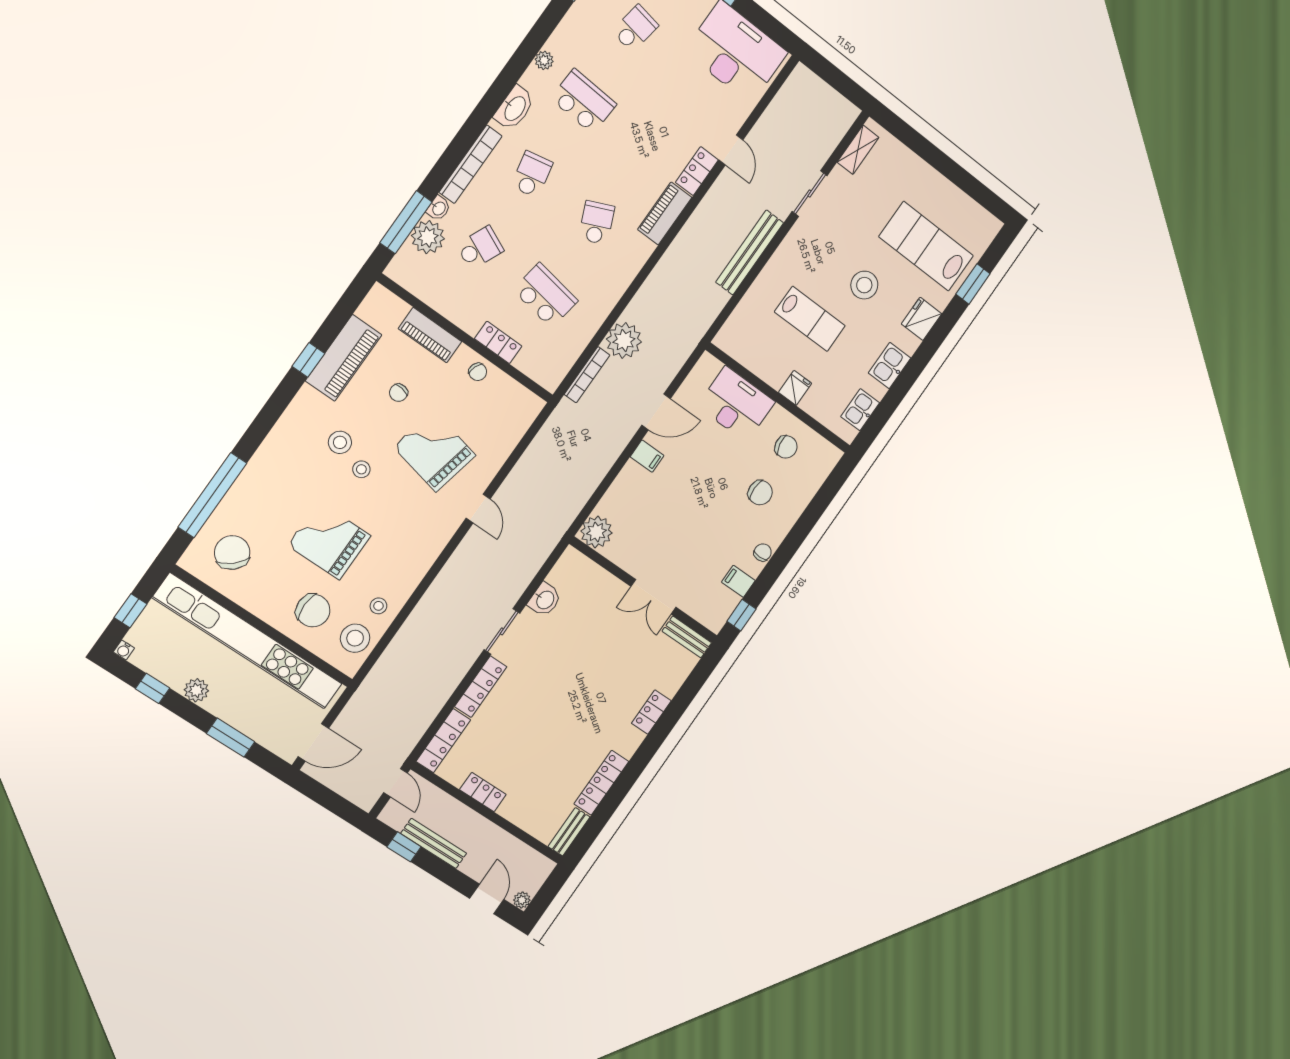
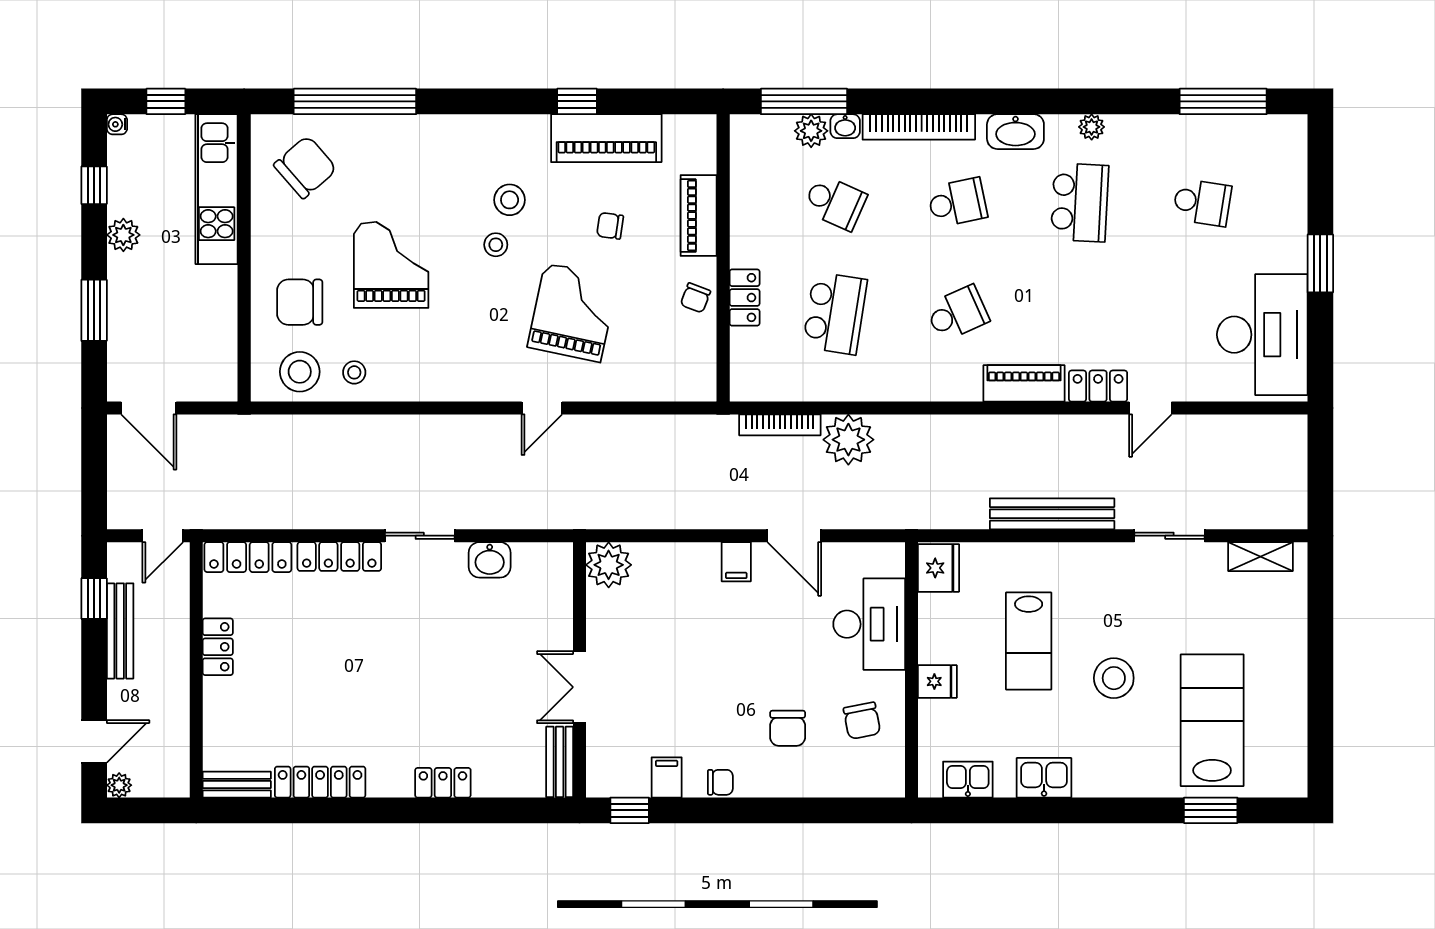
plant: (428, 237) -> (811, 131), width x0.73, depth x0.73
fridge: (922, 319) -> (938, 568), moved, turned 90
chair: (313, 611) -> (300, 302), turned 90
kitchen unit: (248, 641) -> (217, 189), width x0.54

